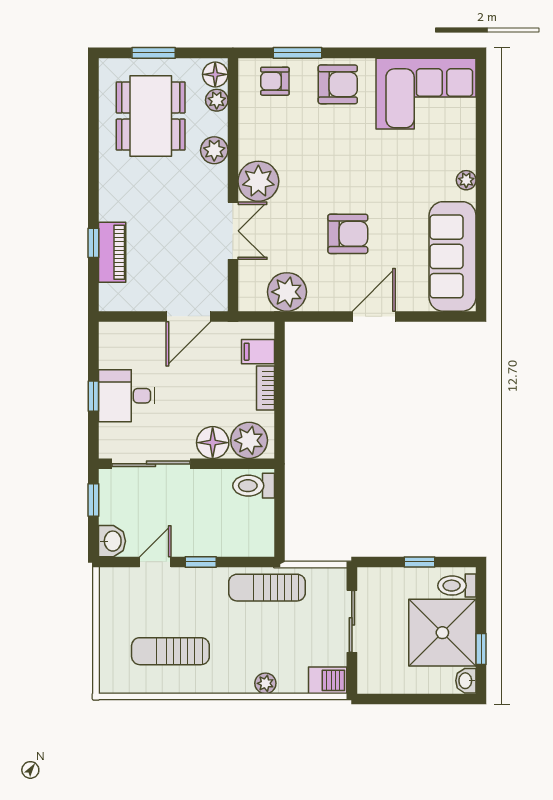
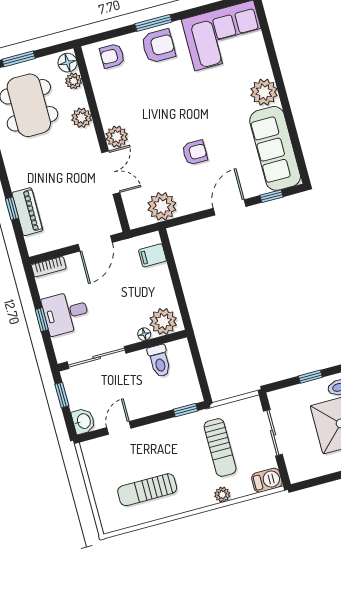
window: (298, 53) -> (153, 23), moved
plant: (466, 180) -> (264, 92), width x1.88, depth x1.88
plant: (258, 181) -> (117, 137), width x0.73, depth x0.73
armchair: (348, 234) -> (195, 152), width x0.72, depth x0.72
window: (432, 316) -> (272, 196), added
bookcase: (265, 388) -> (49, 267), moved, turned -90
floor lamp: (213, 443) -> (144, 334), width x0.53, depth x0.53
toilet: (254, 486) -> (159, 361), moved, turned -90
window: (201, 562) -> (186, 410), moved
sun lounger: (267, 588) -> (220, 447), moved, turned -90

